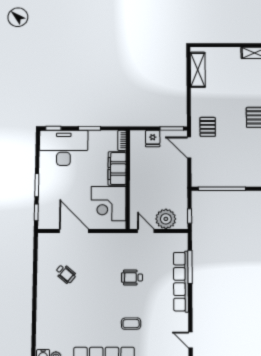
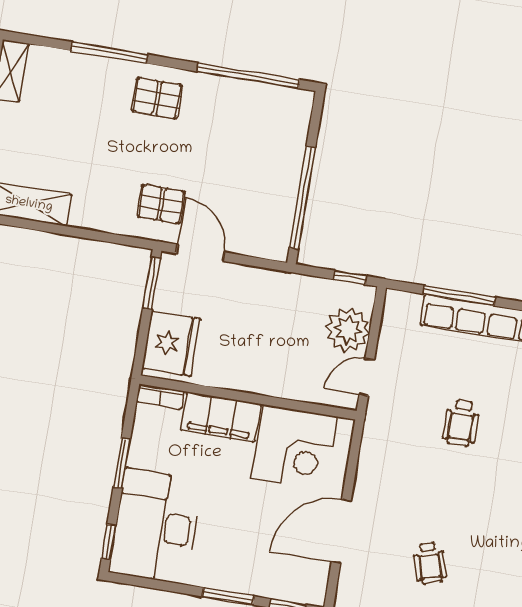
fridge: (153, 139) -> (171, 343), width x1.88, depth x1.34
door: (189, 148) -> (200, 253), swing flipped
wheelchair: (66, 274) -> (430, 563), turned 122

